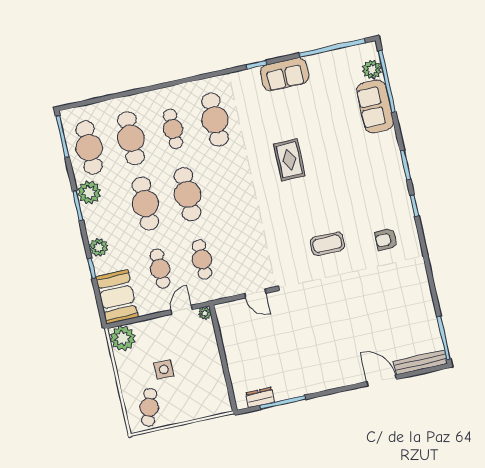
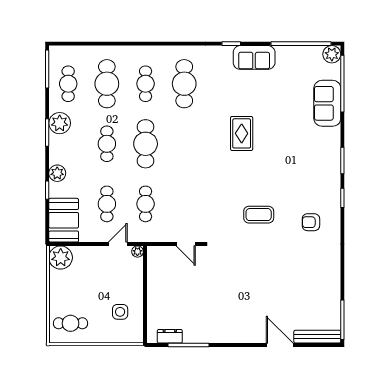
plant: (372, 69) -> (332, 54), moved
cafe table: (89, 148) -> (68, 84), width x0.73, depth x0.74
cafe table: (145, 204) -> (107, 144), width x0.73, depth x0.74
side table: (164, 369) -> (120, 312), moved
cafe table: (149, 407) -> (71, 323), turned 73

